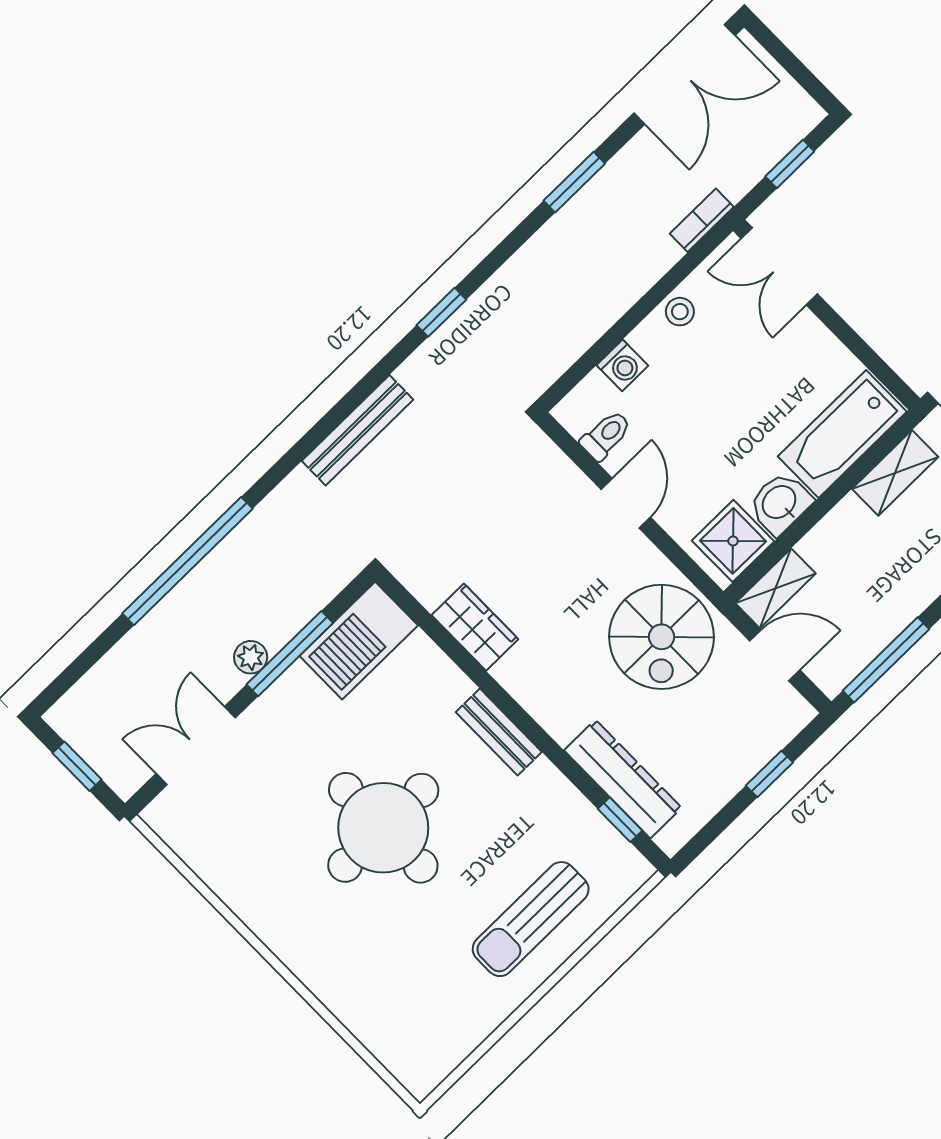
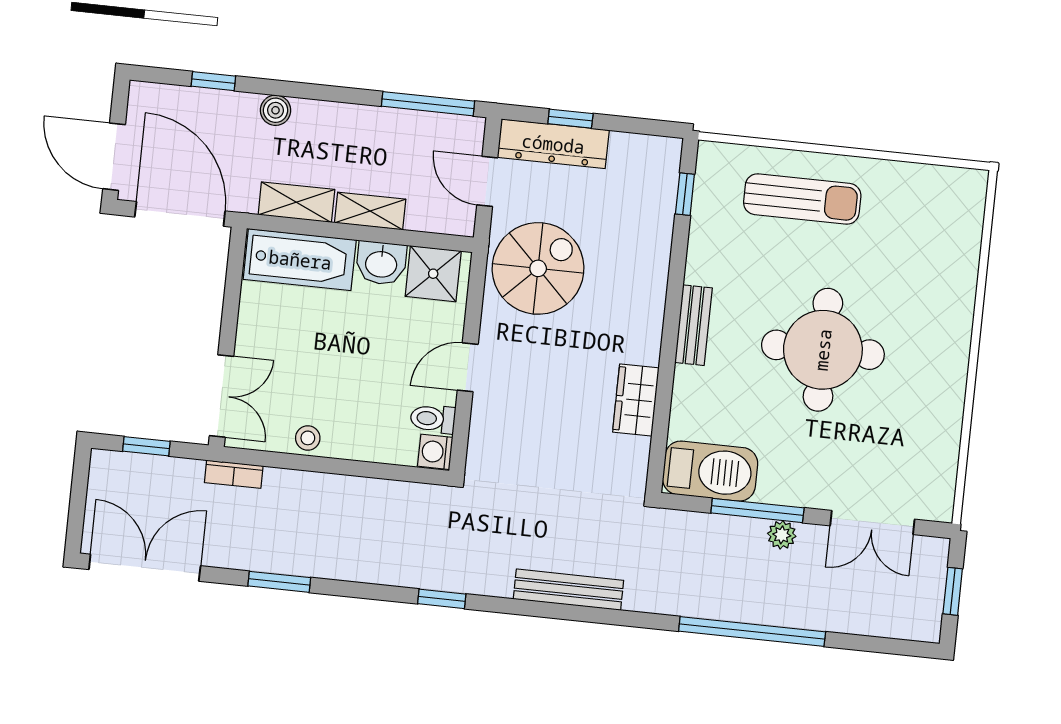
washing machine: (622, 365) -> (435, 452), moved, turned -90
shelving: (775, 588) -> (370, 211), moved
dresser: (623, 779) -> (553, 144), moved, turned -90

